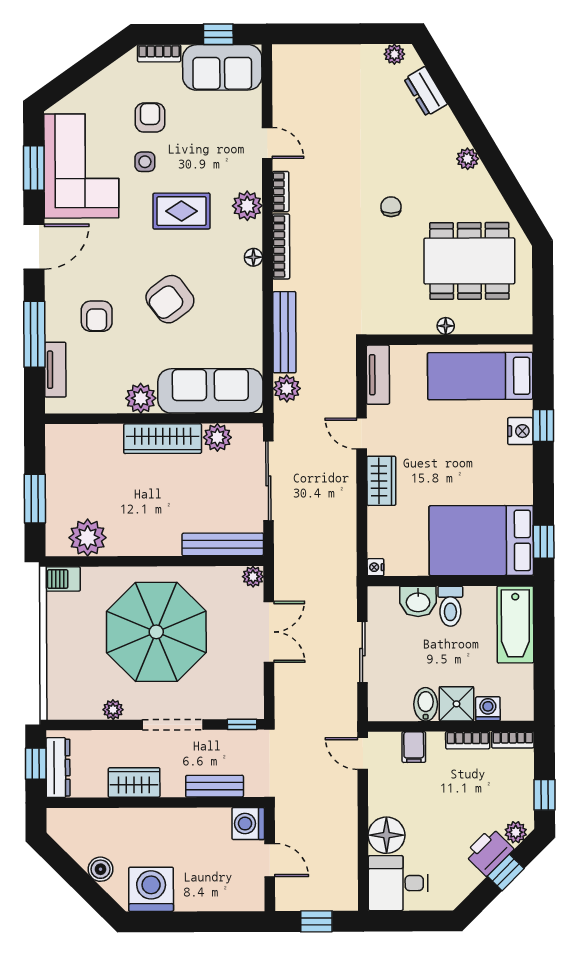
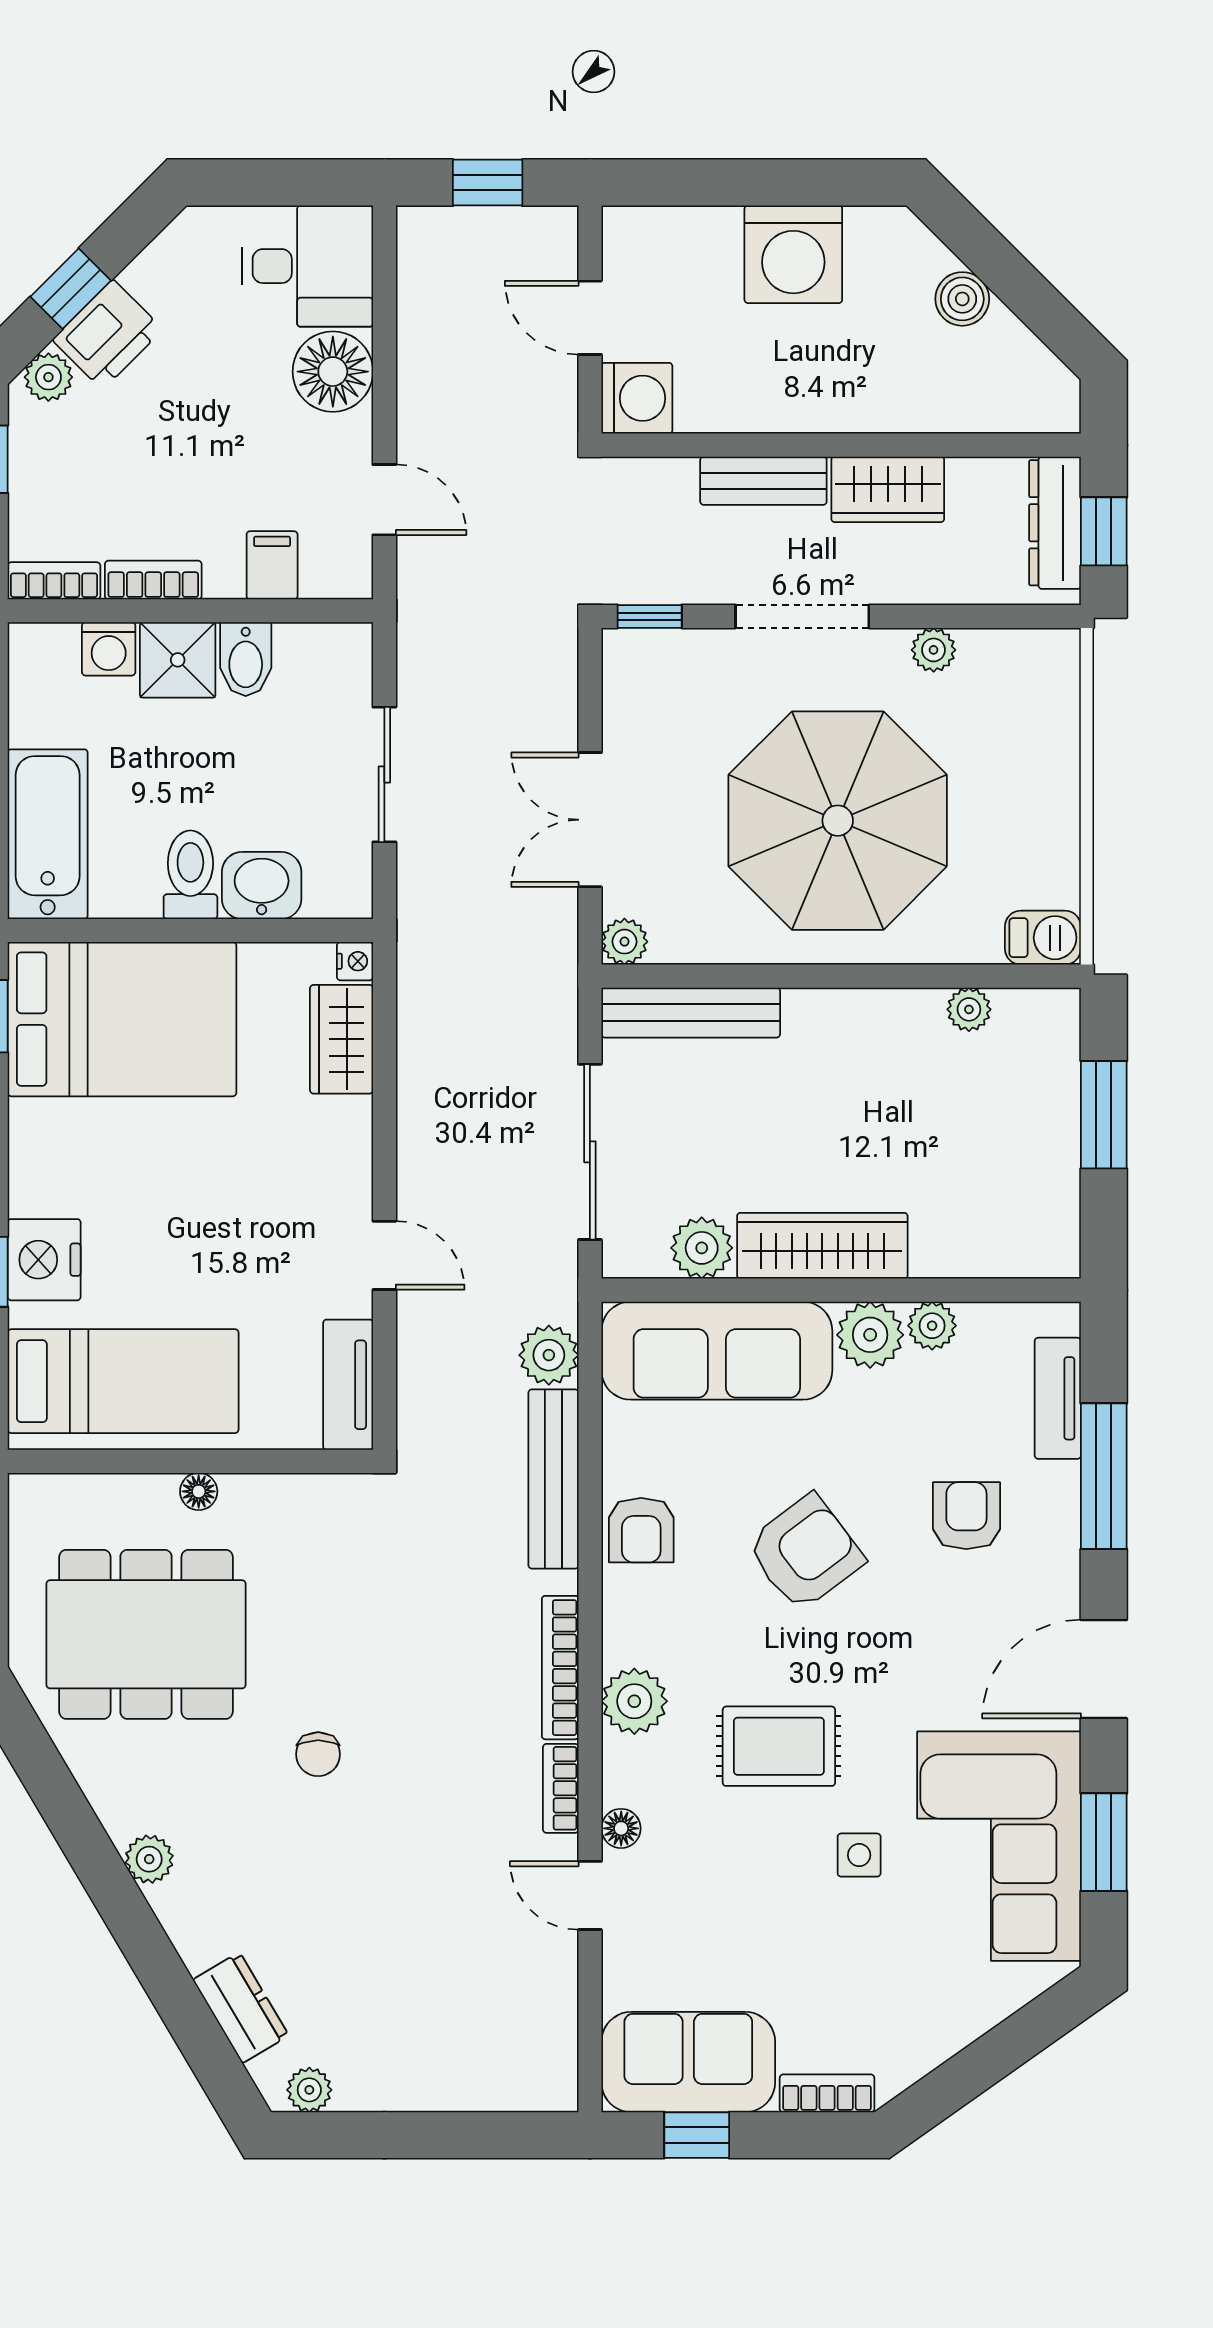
armchair: (150, 118) -> (641, 1530), moved
plant: (247, 206) -> (634, 1701), moved
floor lamp: (253, 257) -> (621, 1828), moved
plant: (113, 402) -> (932, 1326), added
nightstand: (520, 431) -> (44, 1260), width x1.36, depth x1.33
wardrobe: (381, 481) -> (341, 1039), moved
plant: (88, 538) -> (969, 1009), width x0.53, depth x0.53
door: (363, 753) -> (384, 500), moved
bench: (215, 786) -> (763, 481), moved
washing machine: (151, 889) -> (793, 254), moved

